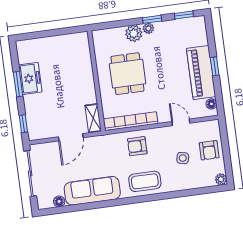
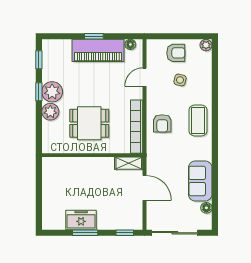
plant: (148, 28) -> (52, 92), width x1.88, depth x1.88
sofa: (92, 191) -> (200, 181), width x0.73

